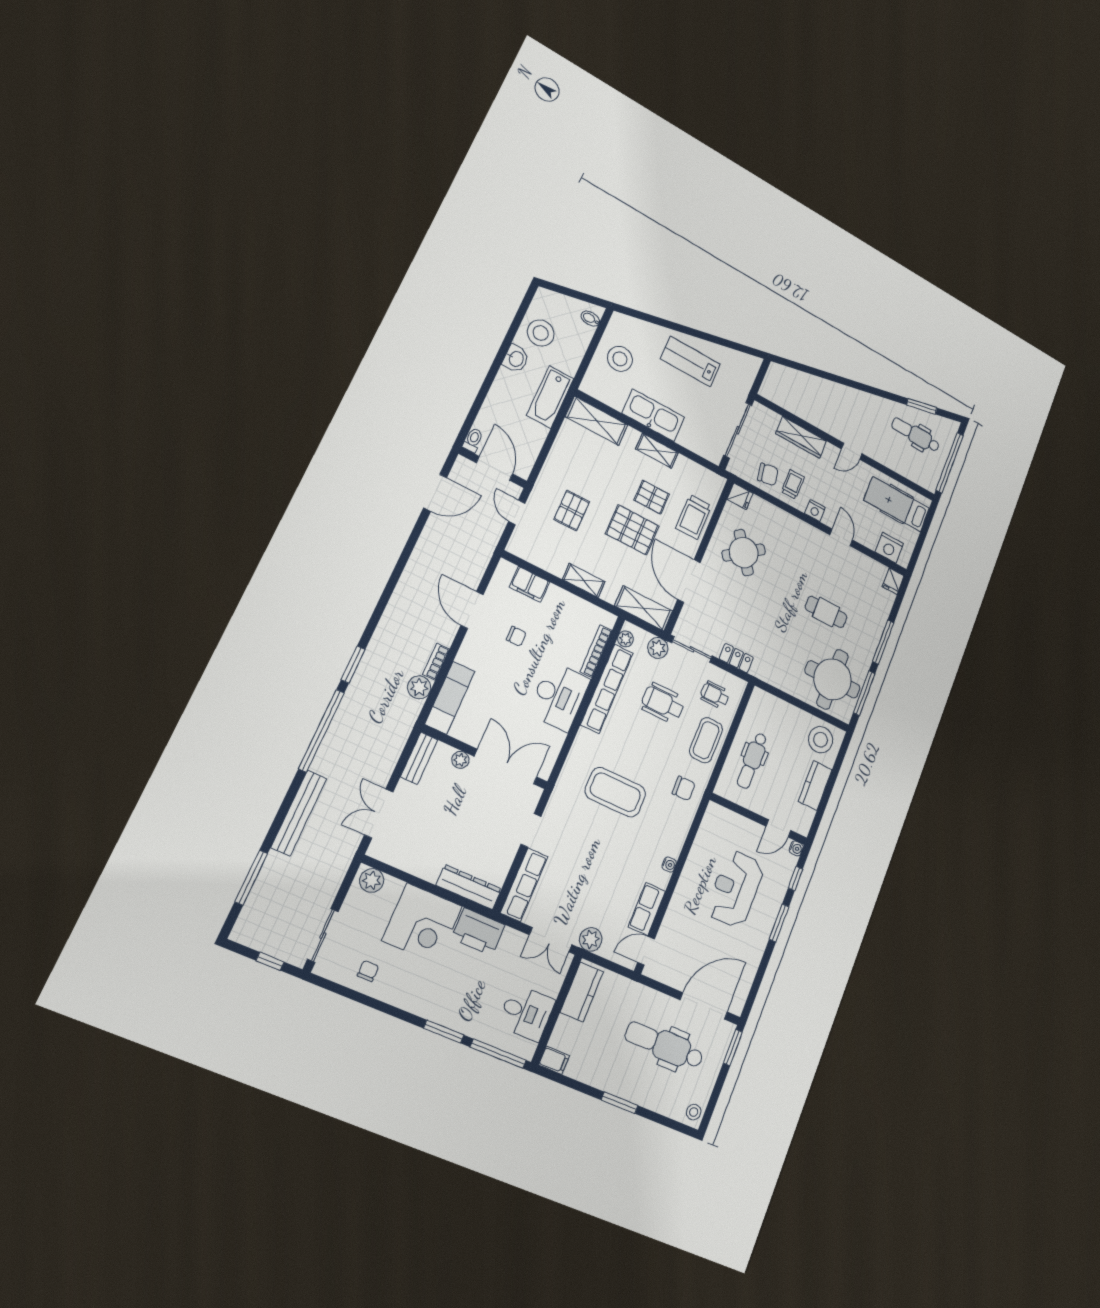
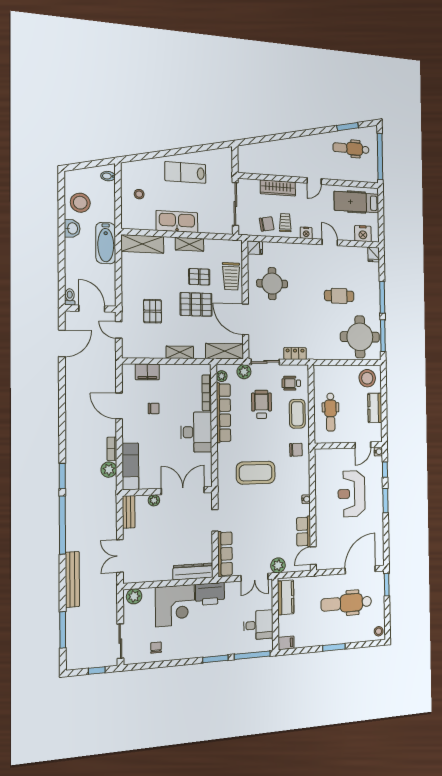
stool: (620, 359) -> (139, 194), width x0.53, depth x0.53
round table: (744, 553) -> (272, 284), turned 36
wheelchair: (663, 703) -> (261, 404), turned 90

